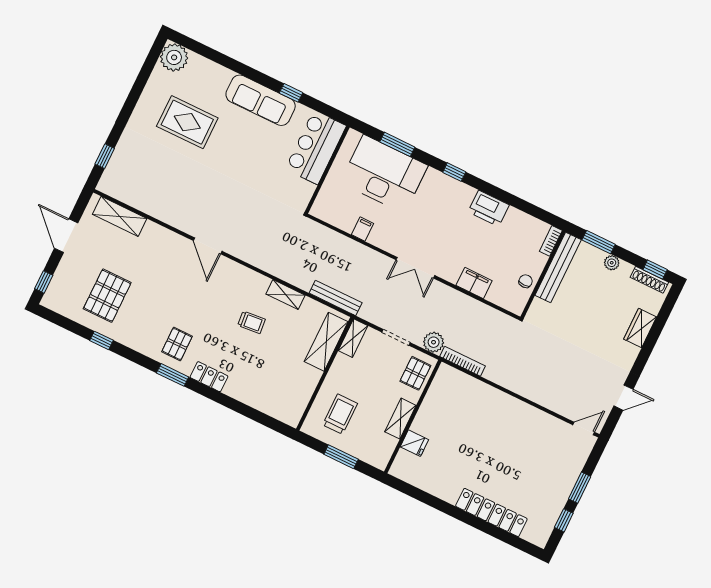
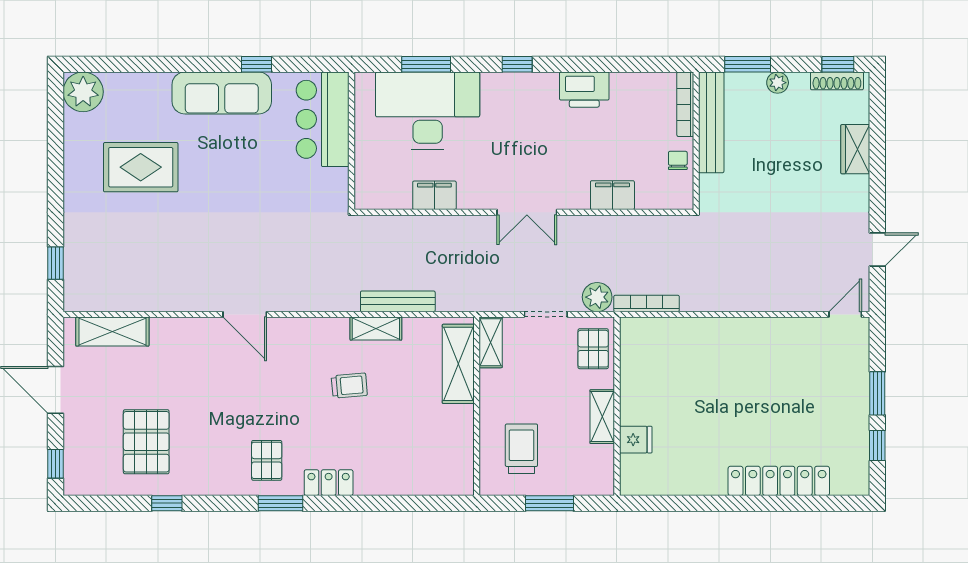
filing cabinet: (363, 229) -> (434, 195), width x2.00
bookcase: (551, 241) -> (685, 104), width x1.56
bench: (336, 298) -> (398, 301), moved

